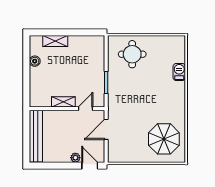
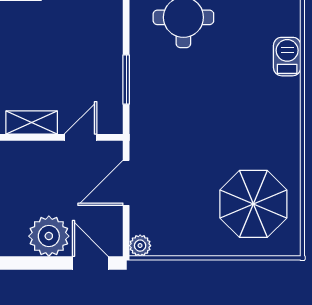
plant: (75, 158) -> (49, 236), width x1.88, depth x1.88
plant: (112, 158) -> (140, 246), added

